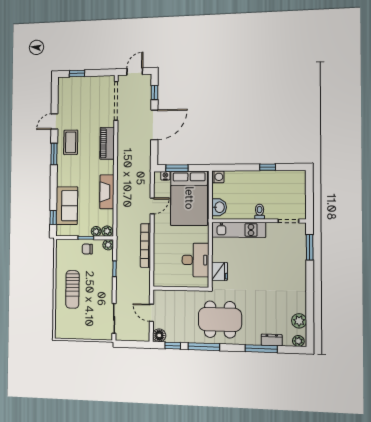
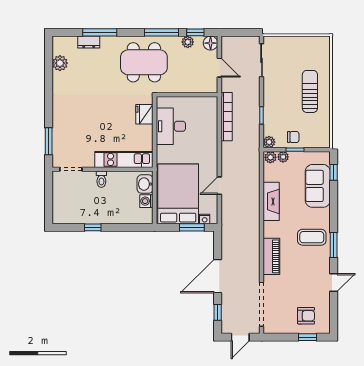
armchair: (78, 92) -> (306, 316), added
coffee table: (71, 142) -> (312, 237), moved, turned 90
washing machine: (218, 177) -> (146, 201), moved
bookcase: (145, 246) -> (227, 117), moved
plant: (298, 341) -> (188, 42), moved

